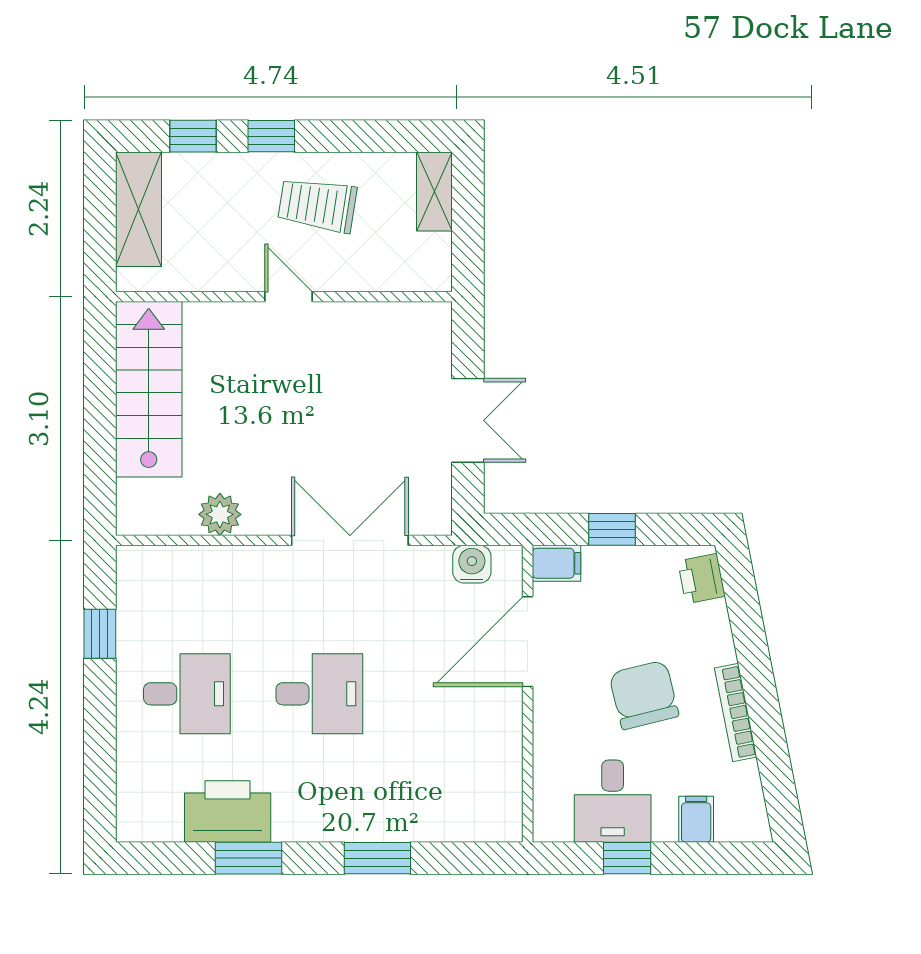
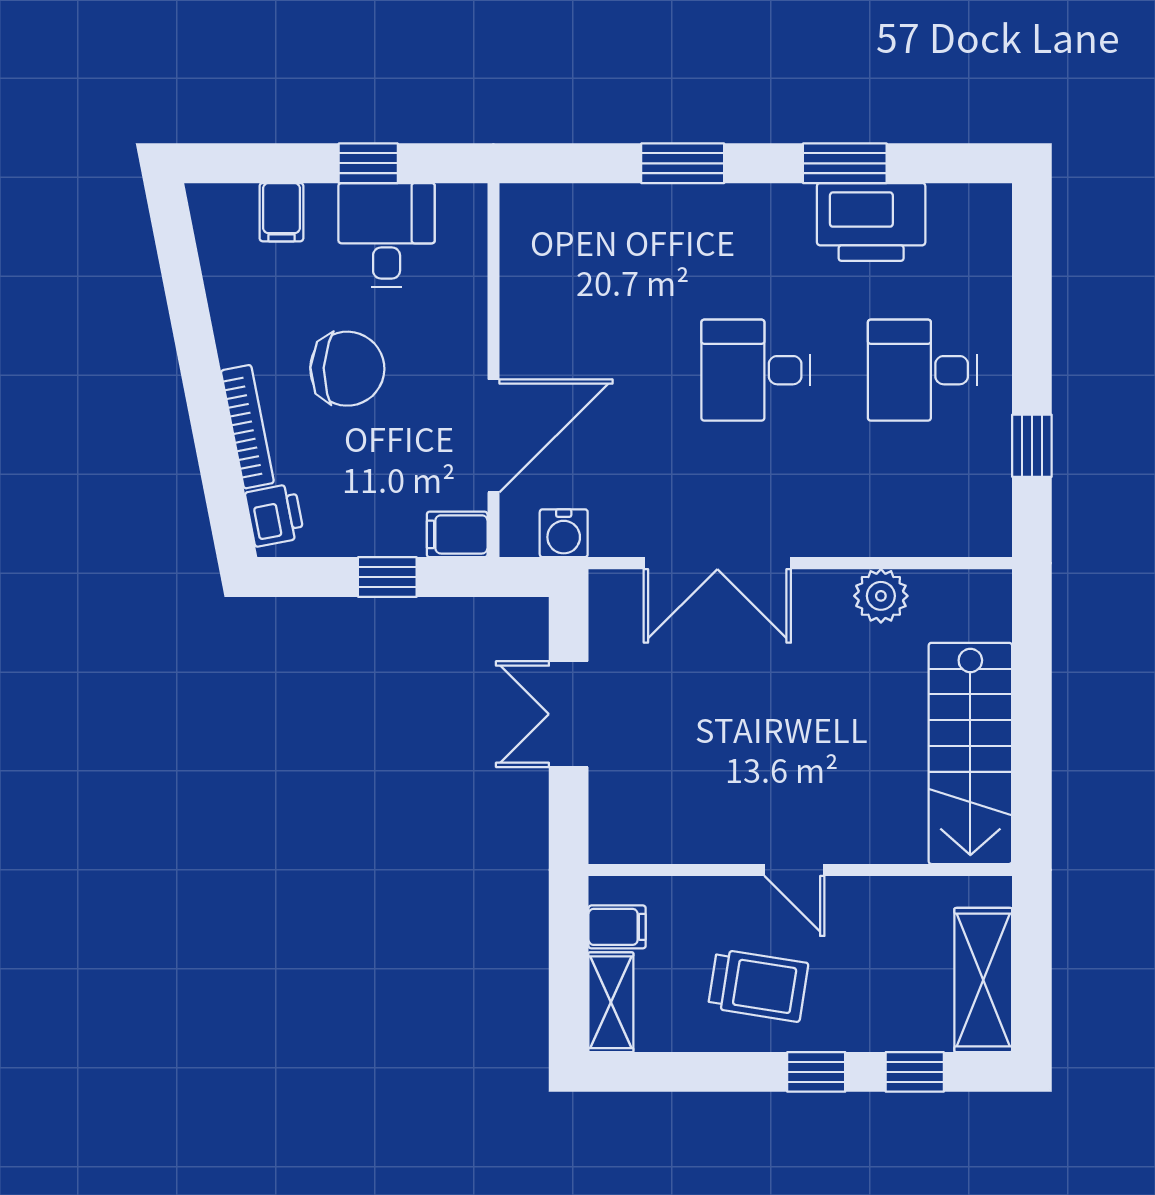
filing cabinet: (429, 251) -> (617, 927), added
chair: (644, 695) -> (347, 369), turned -74
bookcase: (736, 713) -> (247, 427), moved

